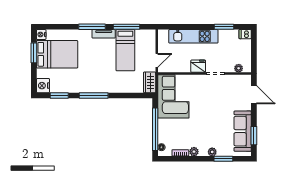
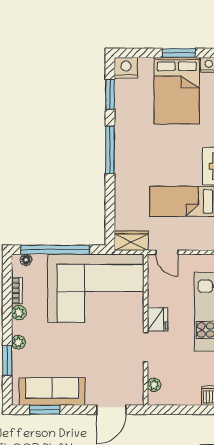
corner sofa: (173, 96) -> (96, 288), width x1.36, depth x1.36

